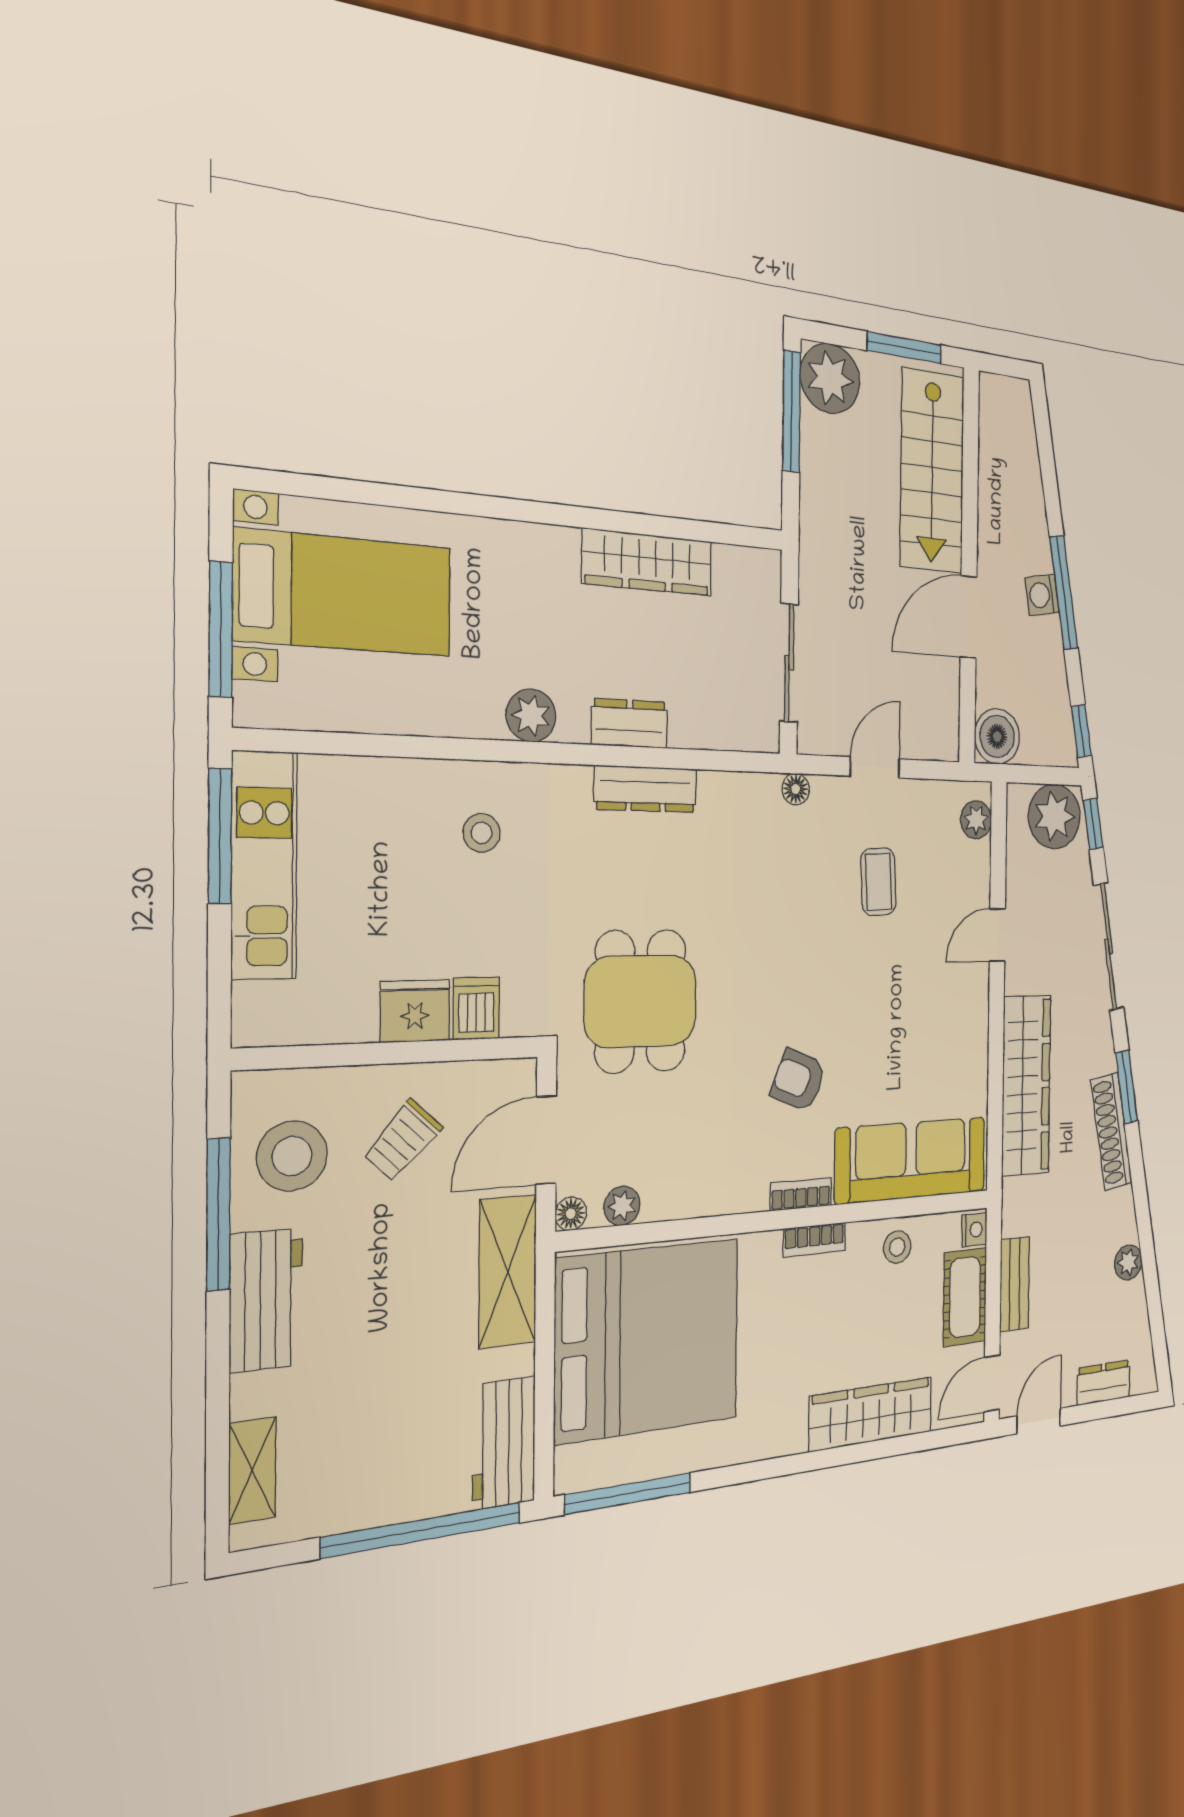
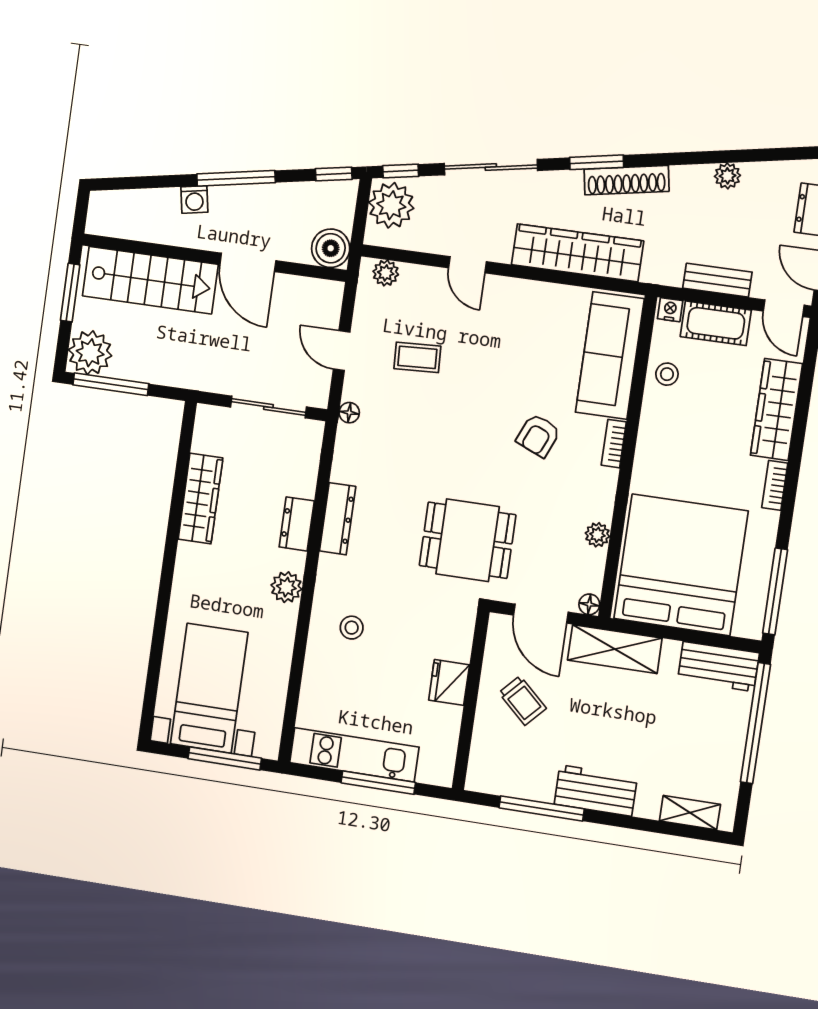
washing machine: (1042, 595) -> (194, 200), moved
window: (220, 836) -> (378, 783), moved
dishwasher: (476, 1008) -> (454, 646), removed
stool: (292, 1156) -> (518, 764), removed
plant: (622, 1206) -> (597, 535), moved
bookcase: (814, 1240) -> (775, 485), moved, turned 180

